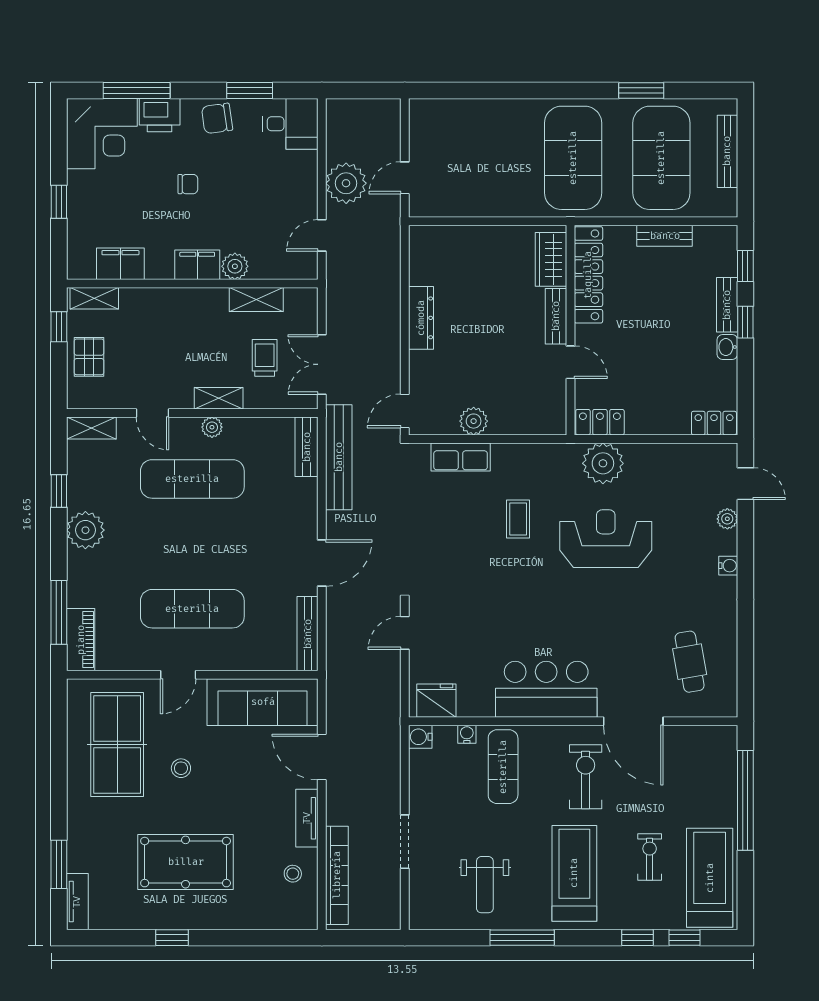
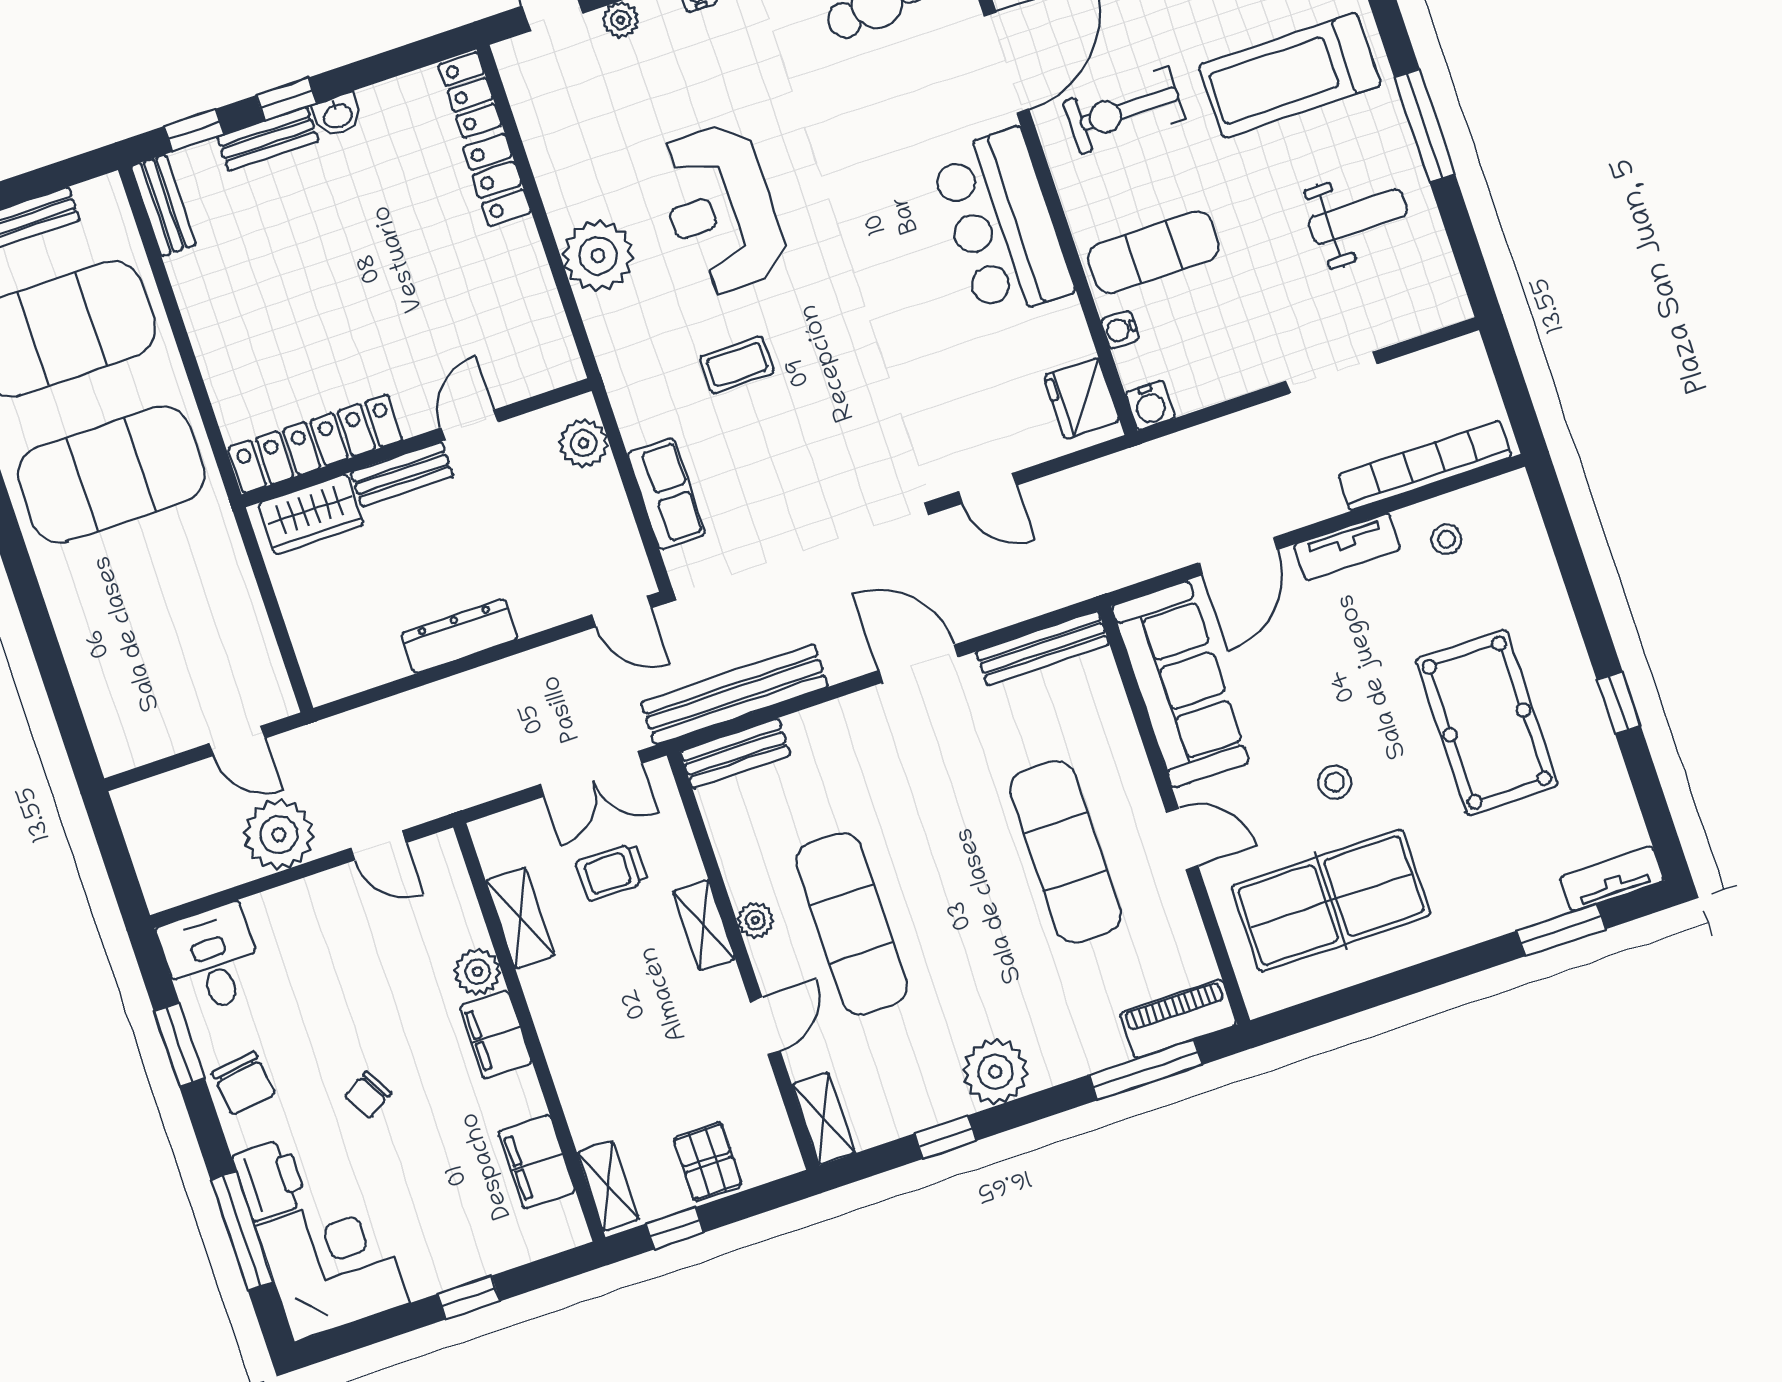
chair: (188, 184) -> (368, 1095), turned -120
bench: (665, 236) -> (163, 205), moved
wardrobe: (551, 259) -> (311, 514), moved
locker: (588, 275) -> (316, 444), moved
bench: (556, 316) -> (402, 474), moved
wall: (571, 330) -> (417, 443), moved
pallet: (89, 357) -> (708, 1162), turned 90
door: (571, 362) -> (469, 425), moved
plant: (474, 421) -> (584, 443), moved
locker: (600, 422) -> (497, 180), moved

